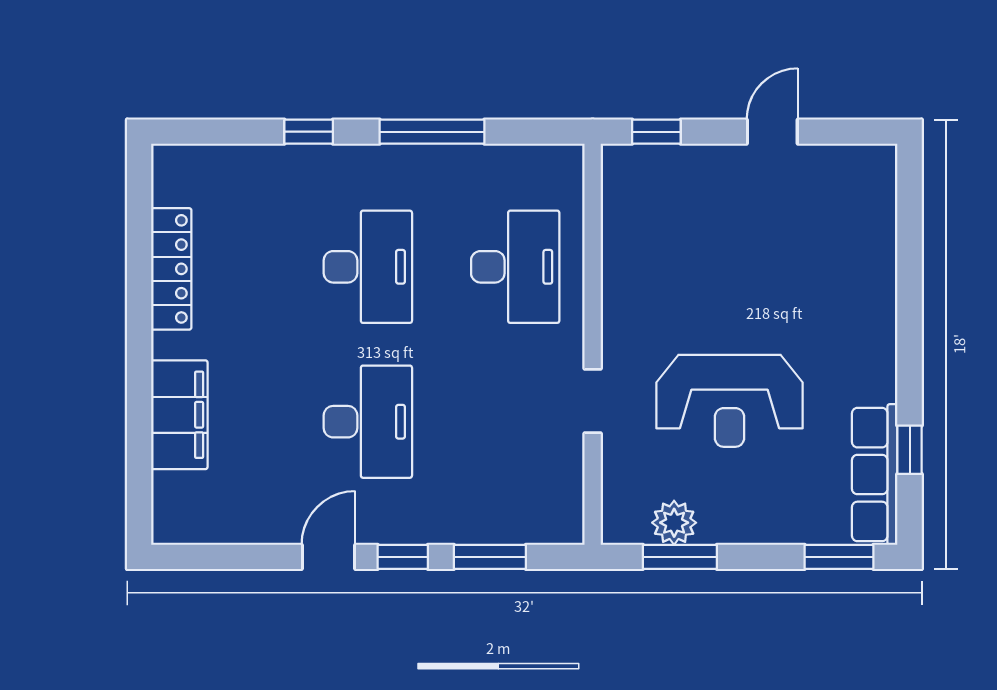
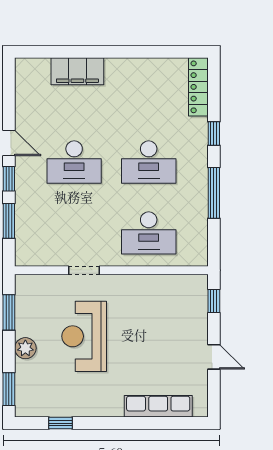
locker: (171, 269) -> (198, 87), moved, turned 90
row of seats: (875, 475) -> (158, 406), moved
plant: (674, 523) -> (25, 348), moved

